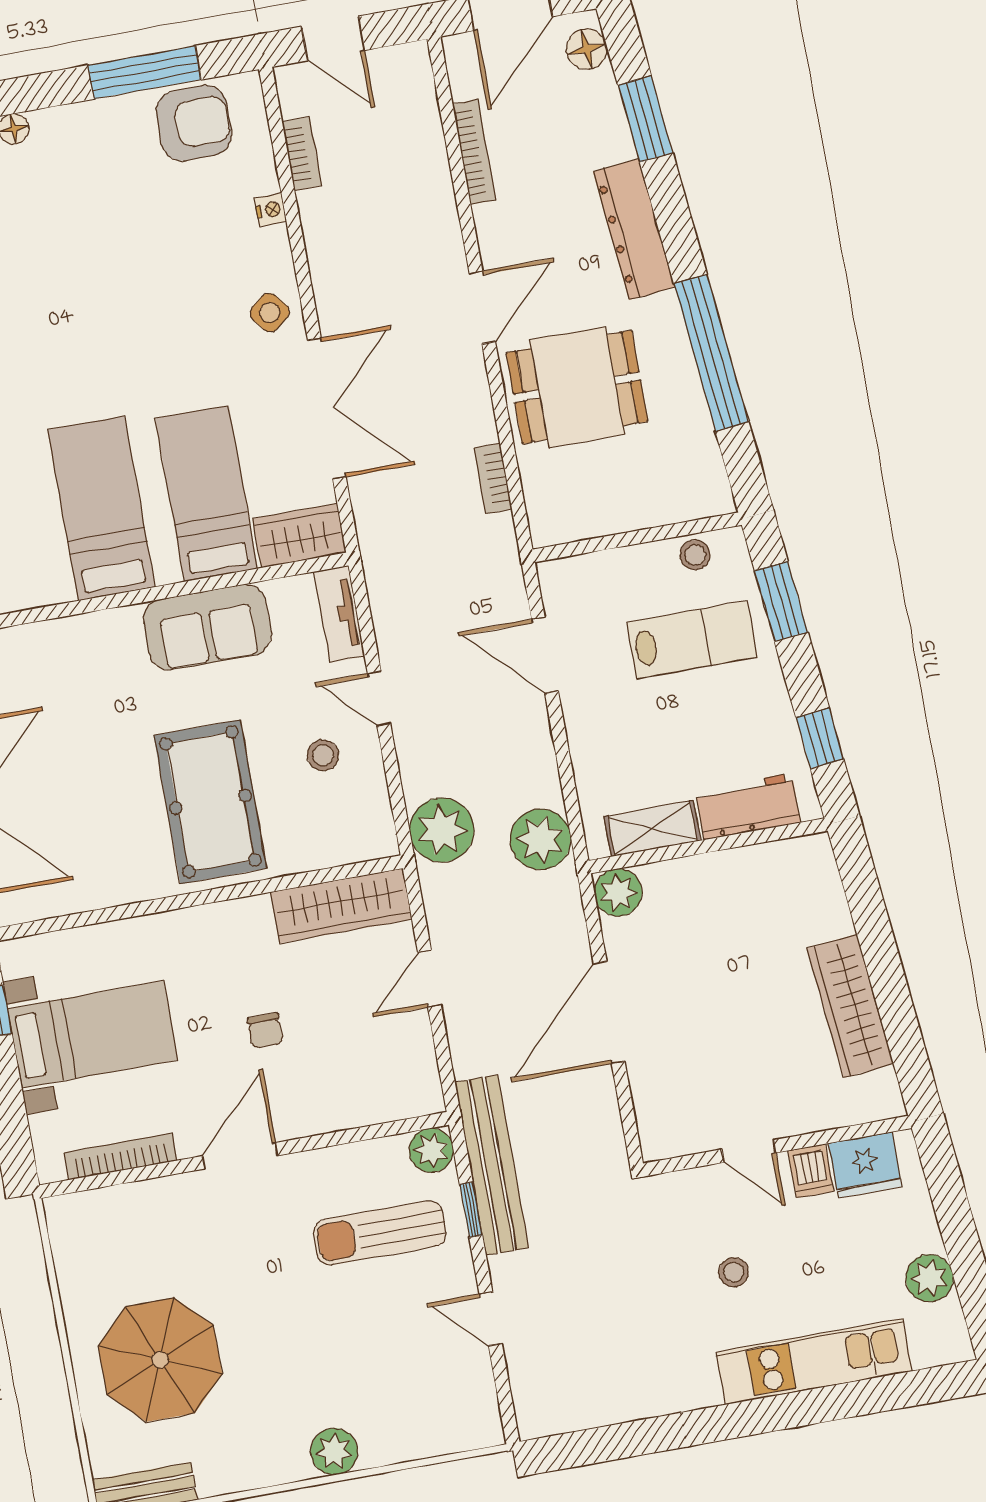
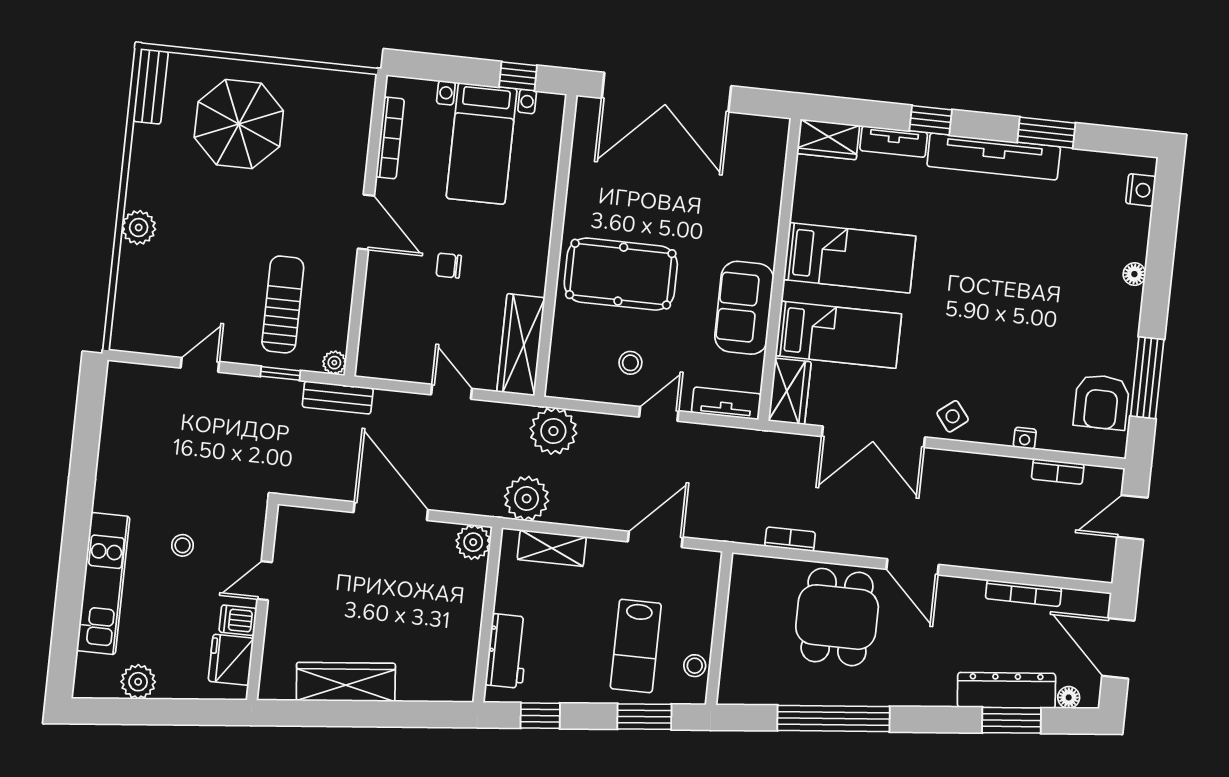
floor lamp: (587, 49) -> (1069, 697), width x0.73, depth x0.73
dresser: (634, 229) -> (1006, 690), moved
shelving: (652, 828) -> (552, 548), moved, turned 90
plant: (431, 1150) -> (334, 363), width x0.73, depth x0.73
bench: (492, 1165) -> (338, 398), width x0.54, depth x0.82

